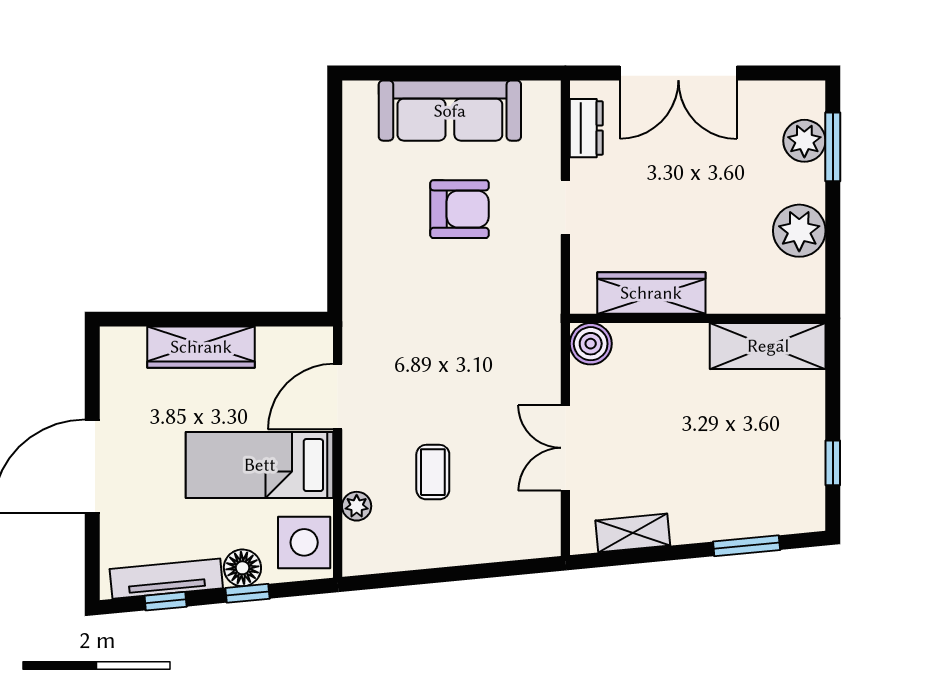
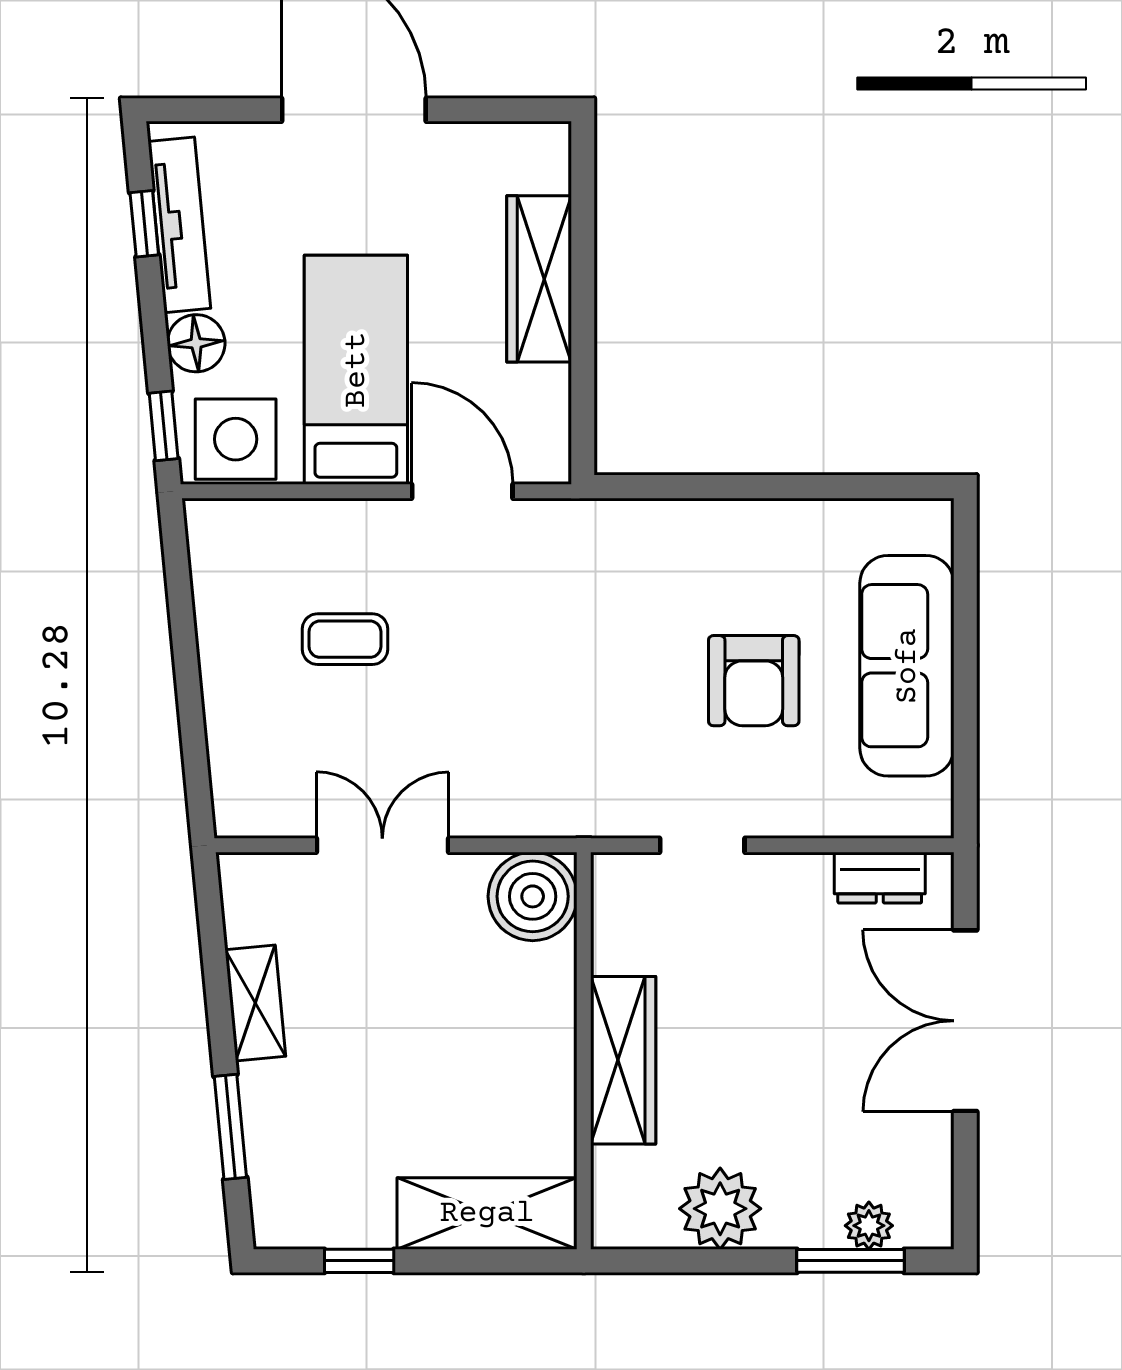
plant: (804, 141) -> (869, 1226), width x0.73, depth x0.73
doorway: (565, 207) -> (702, 845), moved
wardrobe: (651, 293) -> (623, 1060), moved
boiler: (591, 344) -> (533, 896), width x1.37, depth x1.37
shelving: (768, 346) -> (487, 1213), moved, turned 90
plant: (357, 506) -> (292, 521), removed
shelving: (633, 533) -> (255, 1003), moved
window: (248, 593) -> (164, 426), moved

